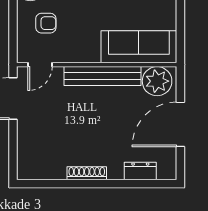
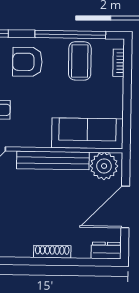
dresser: (140, 171) -> (106, 250), moved
shoe rack: (87, 173) -> (52, 252), moved

